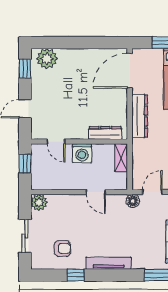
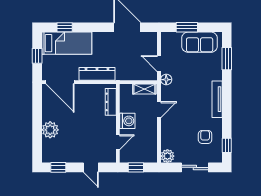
plant: (47, 59) -> (50, 130), moved
shelving: (121, 158) -> (144, 89), moved
window: (76, 275) -> (227, 145), moved

